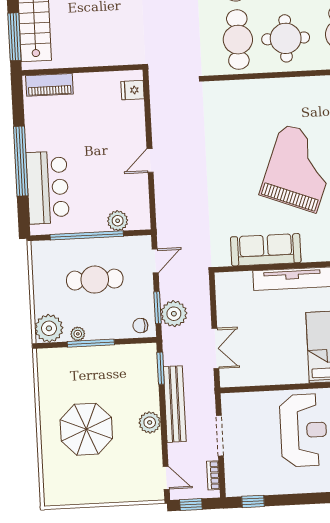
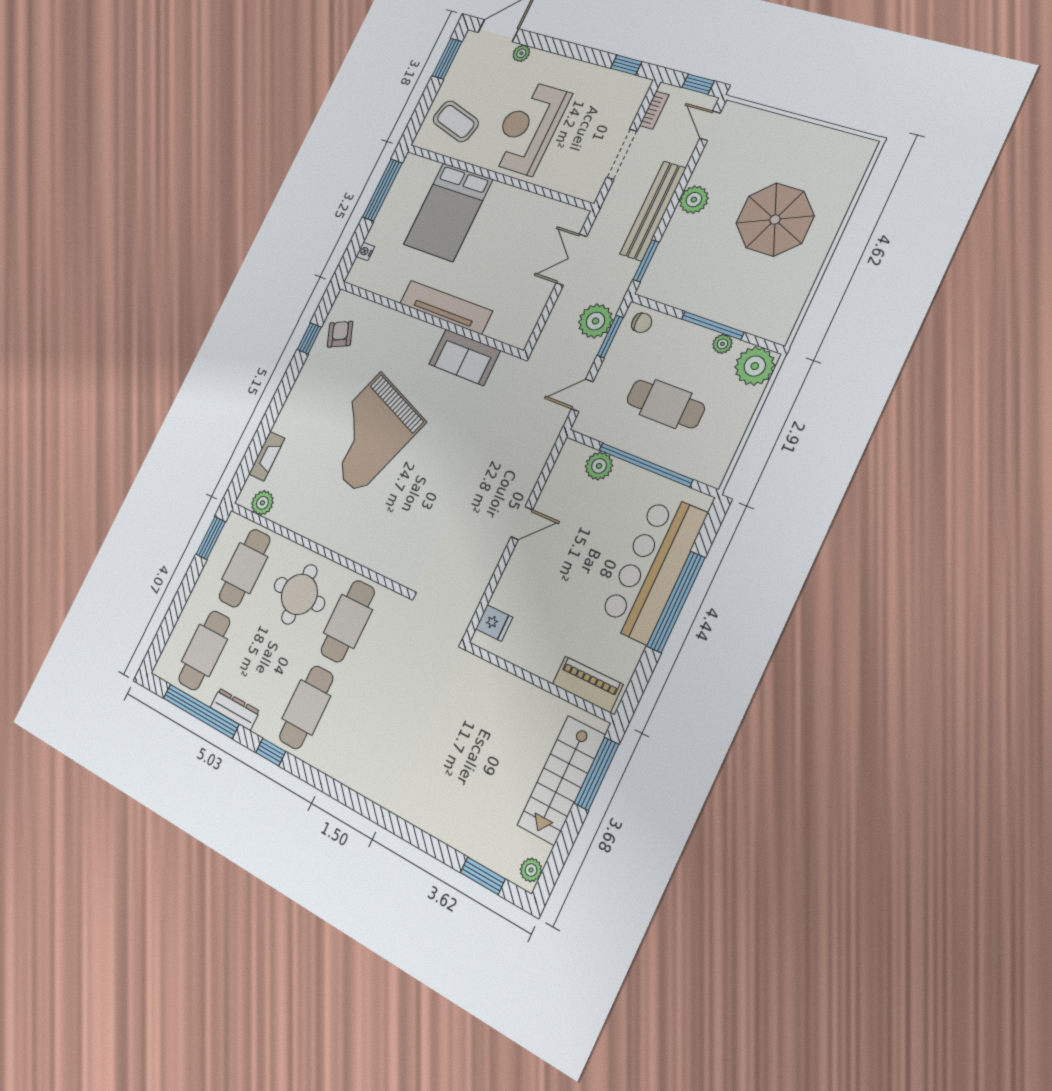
bar counter: (48, 187) -> (652, 568), width x1.36
sofa: (266, 250) -> (465, 357), width x0.73

